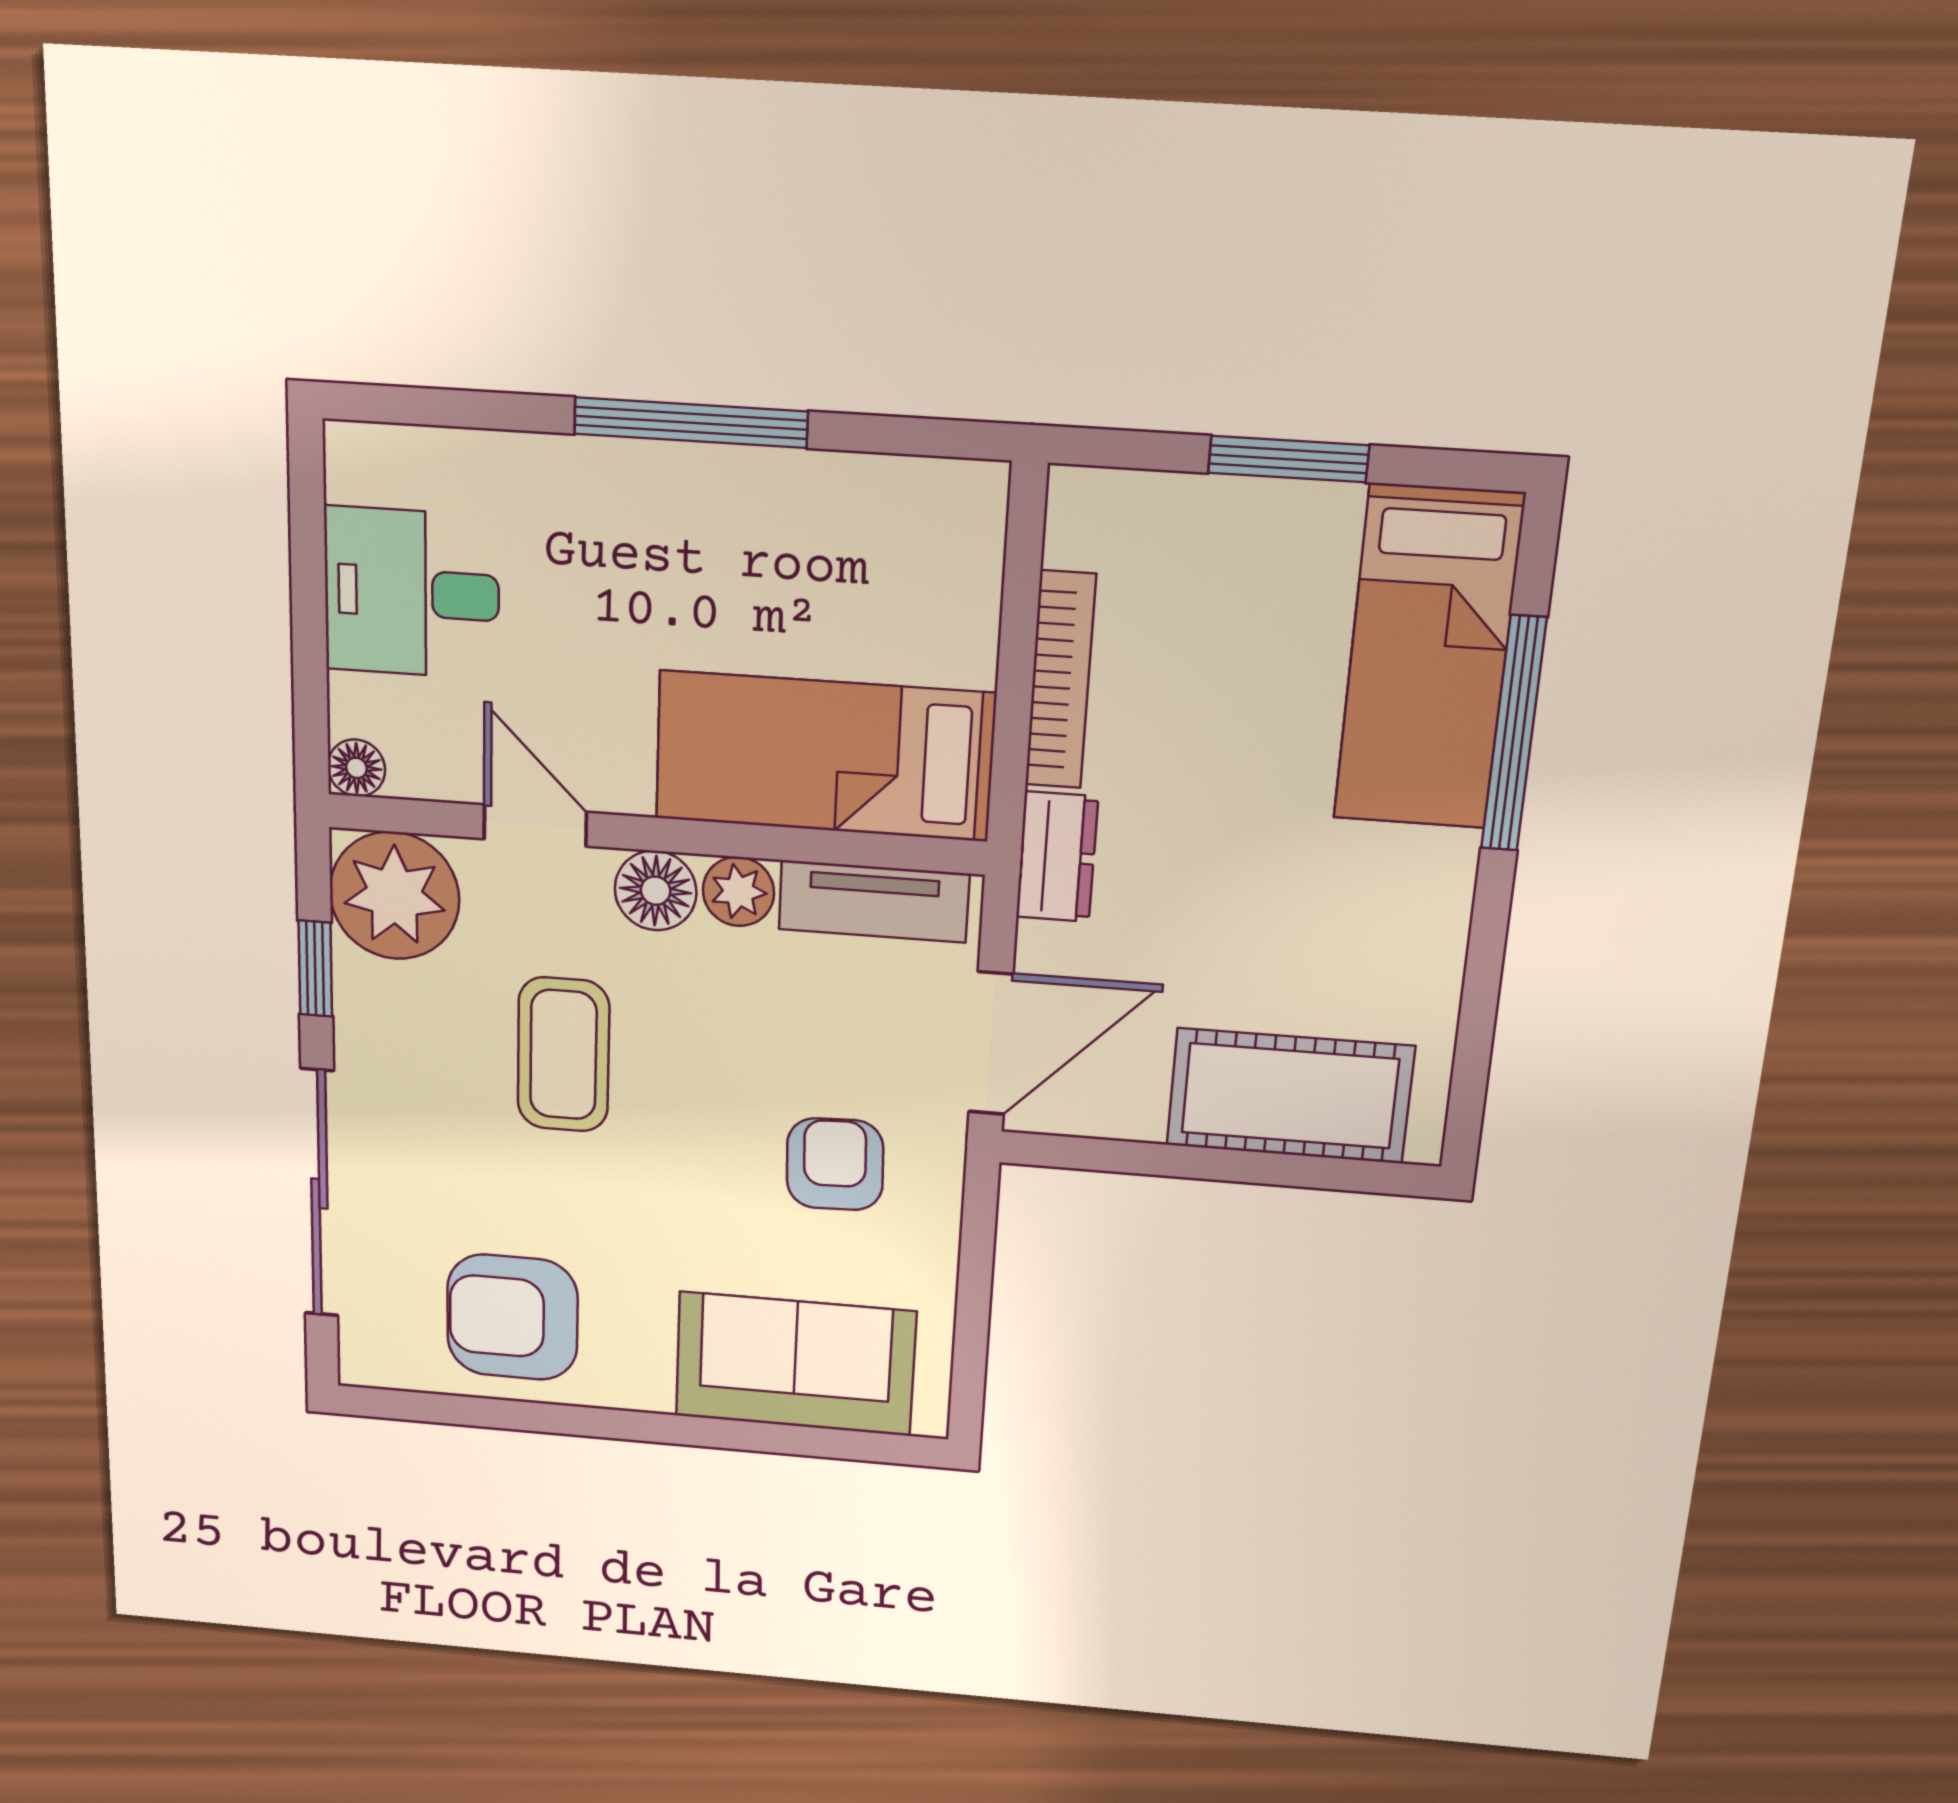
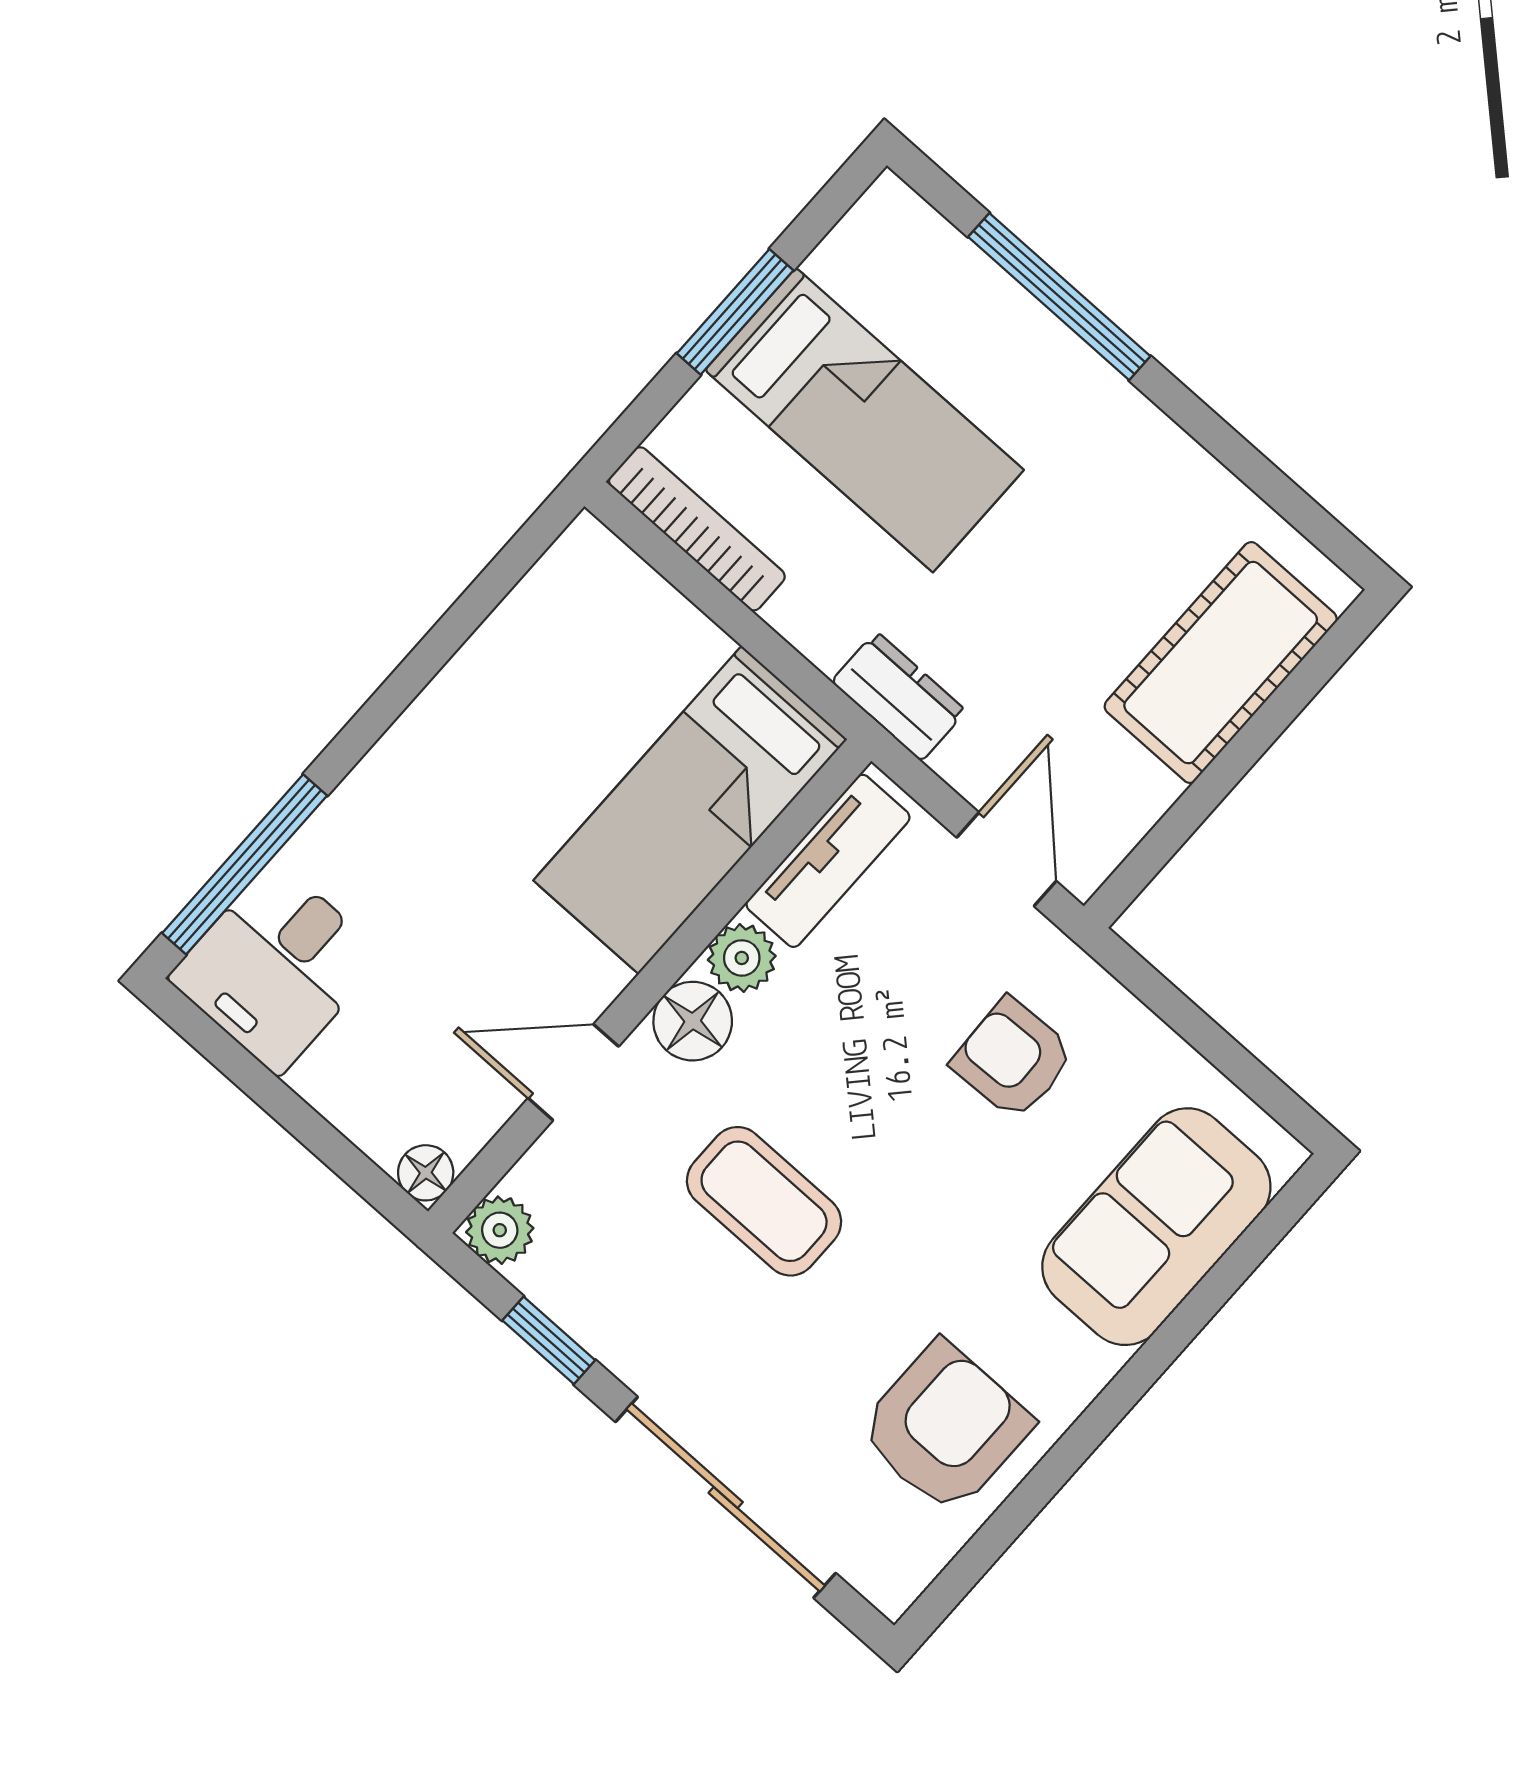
window: (691, 423) -> (245, 864), moved
desk: (412, 593) -> (276, 967), moved
bed: (1428, 658) -> (864, 420), moved
bookcase: (1060, 680) -> (697, 529), moved
plant: (394, 896) -> (500, 1230), width x0.53, depth x0.53
door: (991, 1043) -> (1007, 859), width x0.73
armchair: (512, 1317) -> (945, 1427), turned 180

